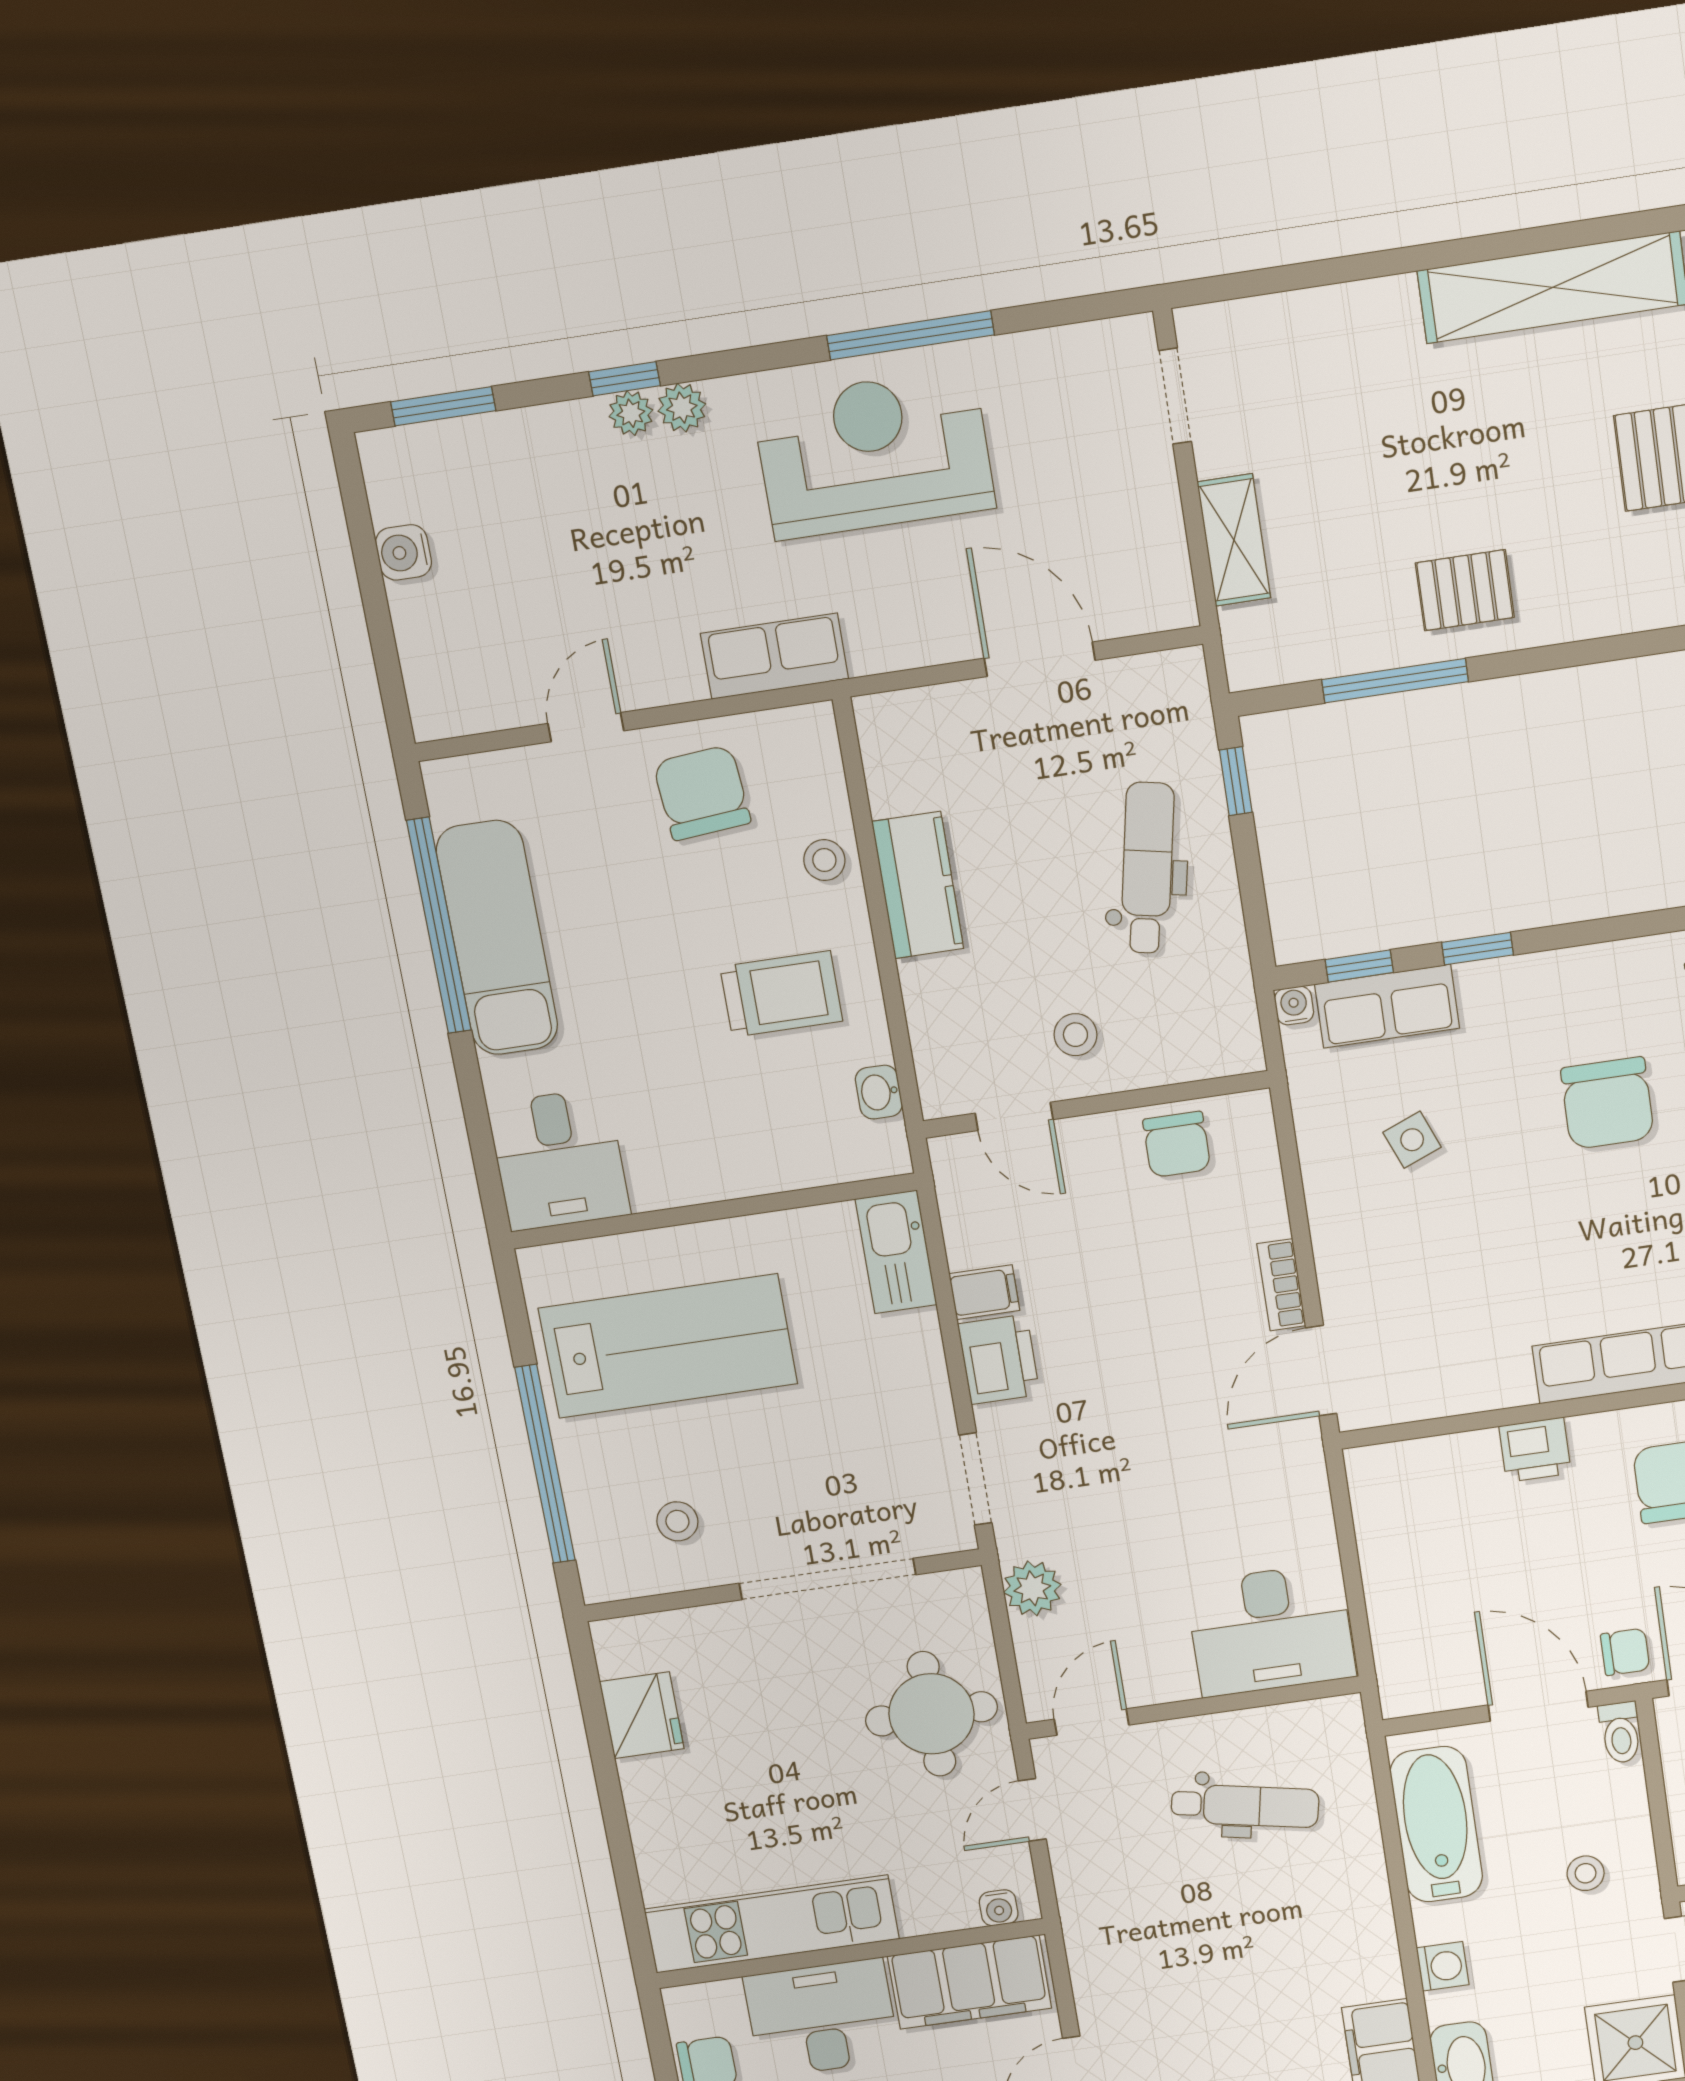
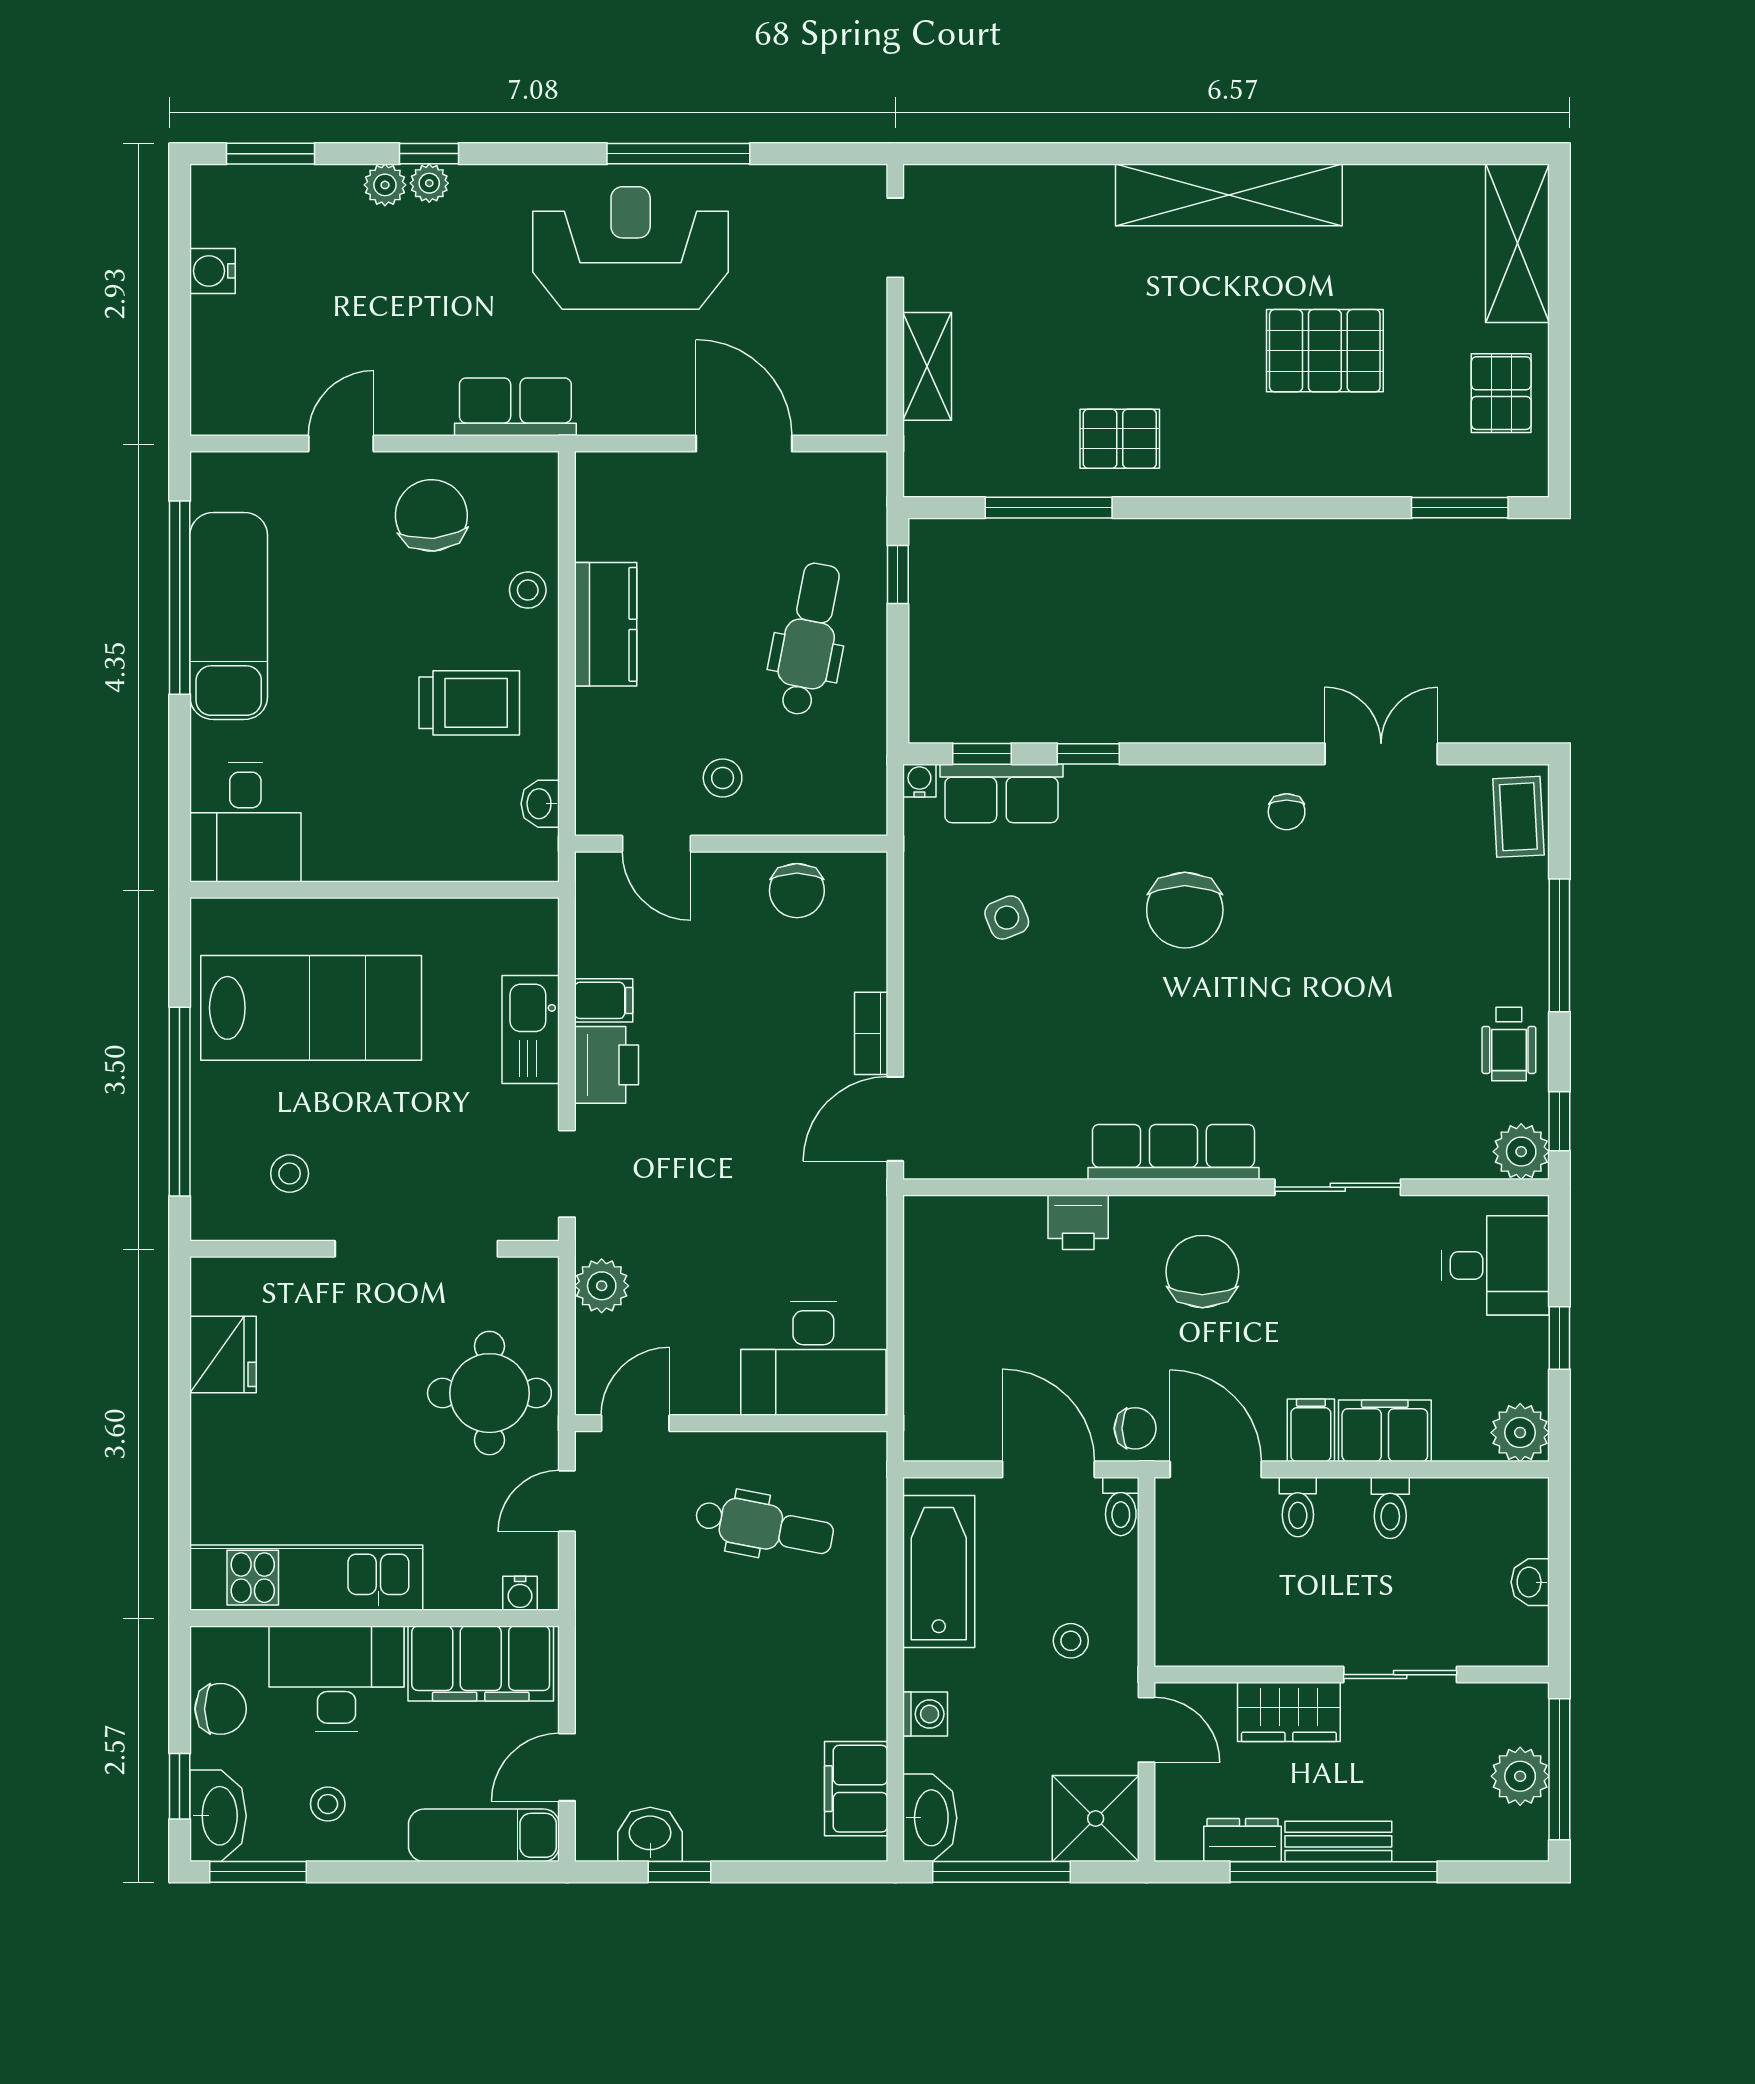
plant: (682, 408) -> (385, 185), moved
kitchen sink: (896, 1252) -> (531, 1030), moved

